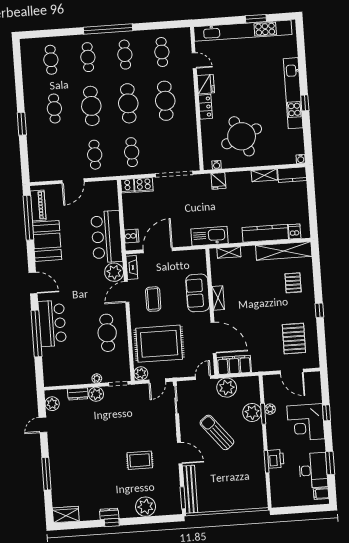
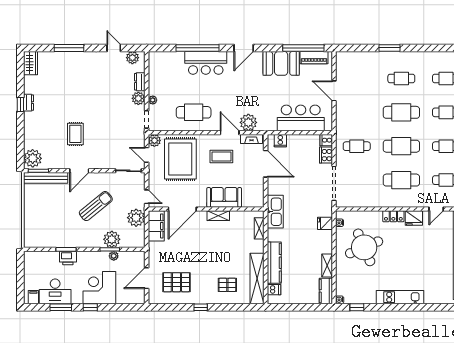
kitchen unit: (293, 93) -> (400, 297), width x0.73
window: (305, 103) -> (357, 307), moved
cafe table: (95, 155) -> (357, 112), removed
bar counter: (107, 237) -> (301, 118), moved
window: (327, 413) -> (90, 307), moved
plant: (146, 507) -> (33, 158), moved

